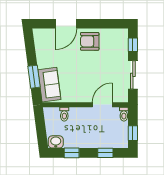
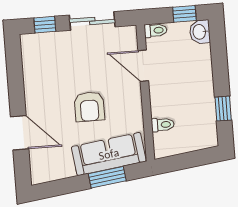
armchair: (90, 41) -> (89, 107), moved
sofa: (49, 85) -> (109, 154), width x1.36
washbasin: (56, 142) -> (200, 32), moved
window: (105, 153) -> (219, 55), removed

